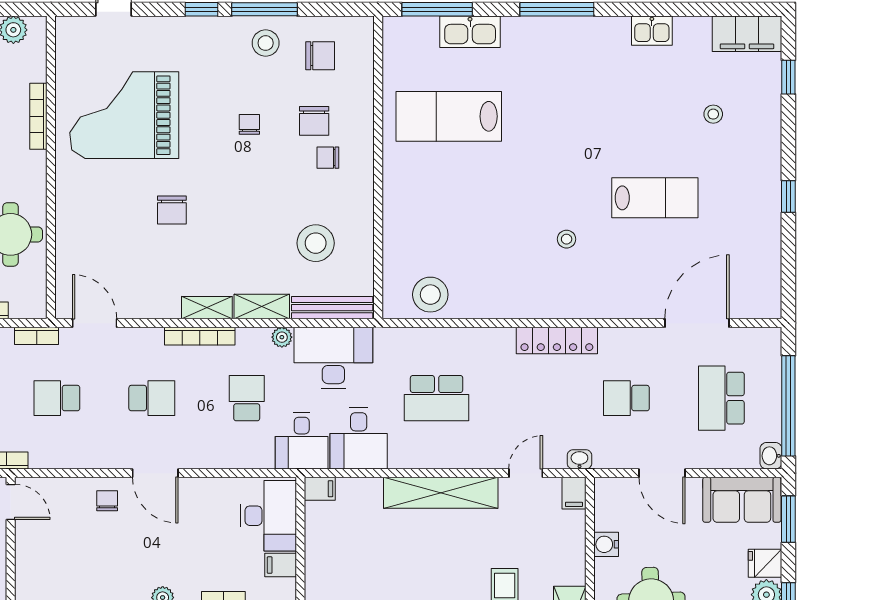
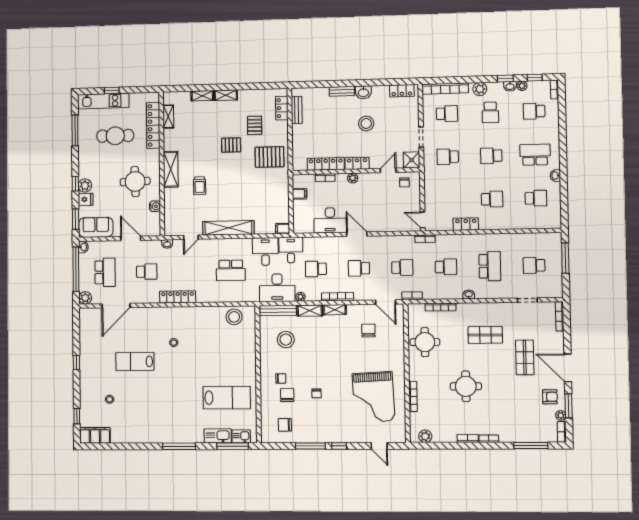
kitchen sink: (652, 31) -> (241, 436), moved
stool: (266, 43) -> (310, 431), removed
grand piano: (124, 115) -> (374, 397), turned 87
chair: (172, 210) -> (368, 331), moved
plant: (767, 341) -> (85, 298), added
school desk: (247, 398) -> (316, 269), turned 90
school desk: (437, 398) -> (231, 270), turned 180
filing cabinet: (574, 493) -> (169, 229), removed
chair: (107, 501) -> (404, 182), moved
desk: (268, 516) -> (330, 220), moved, turned -90

